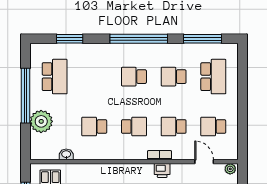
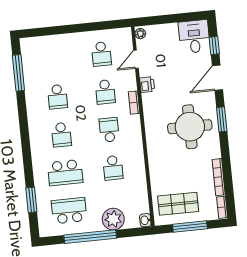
window: (139, 39) -> (25, 134), removed
school desk: (213, 77) -> (65, 173), moved, turned 180
washbasin: (66, 154) -> (145, 220), moved
printer: (162, 171) -> (147, 85), moved

